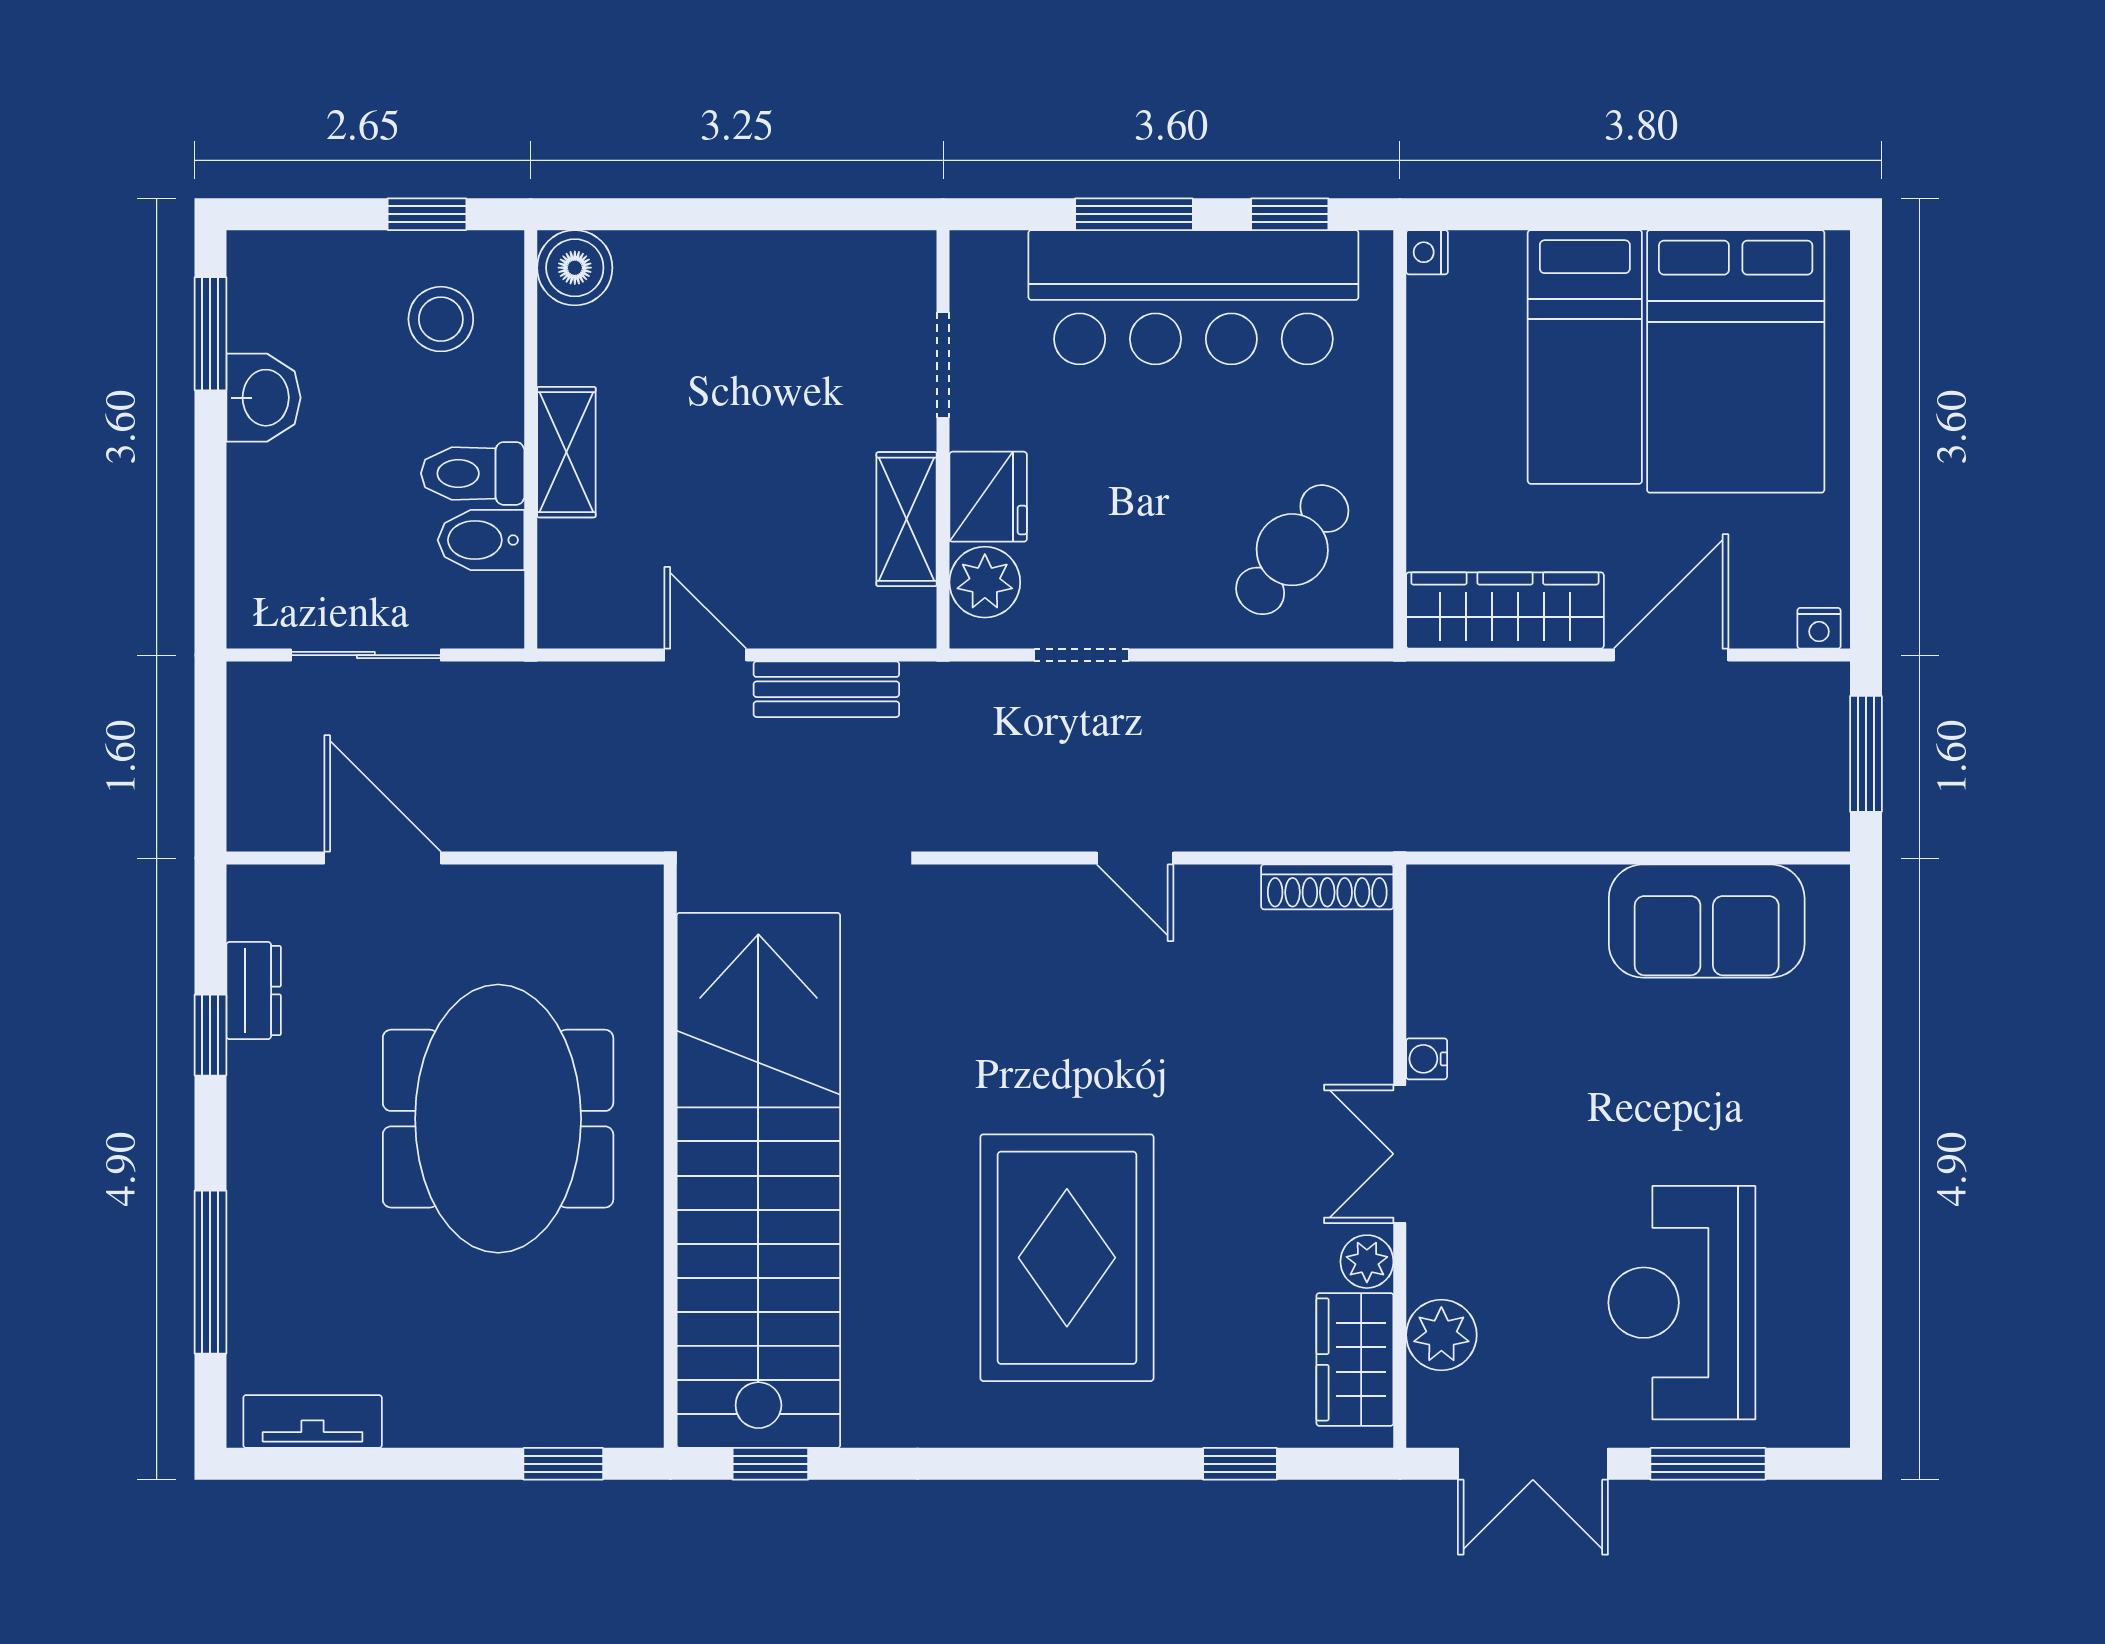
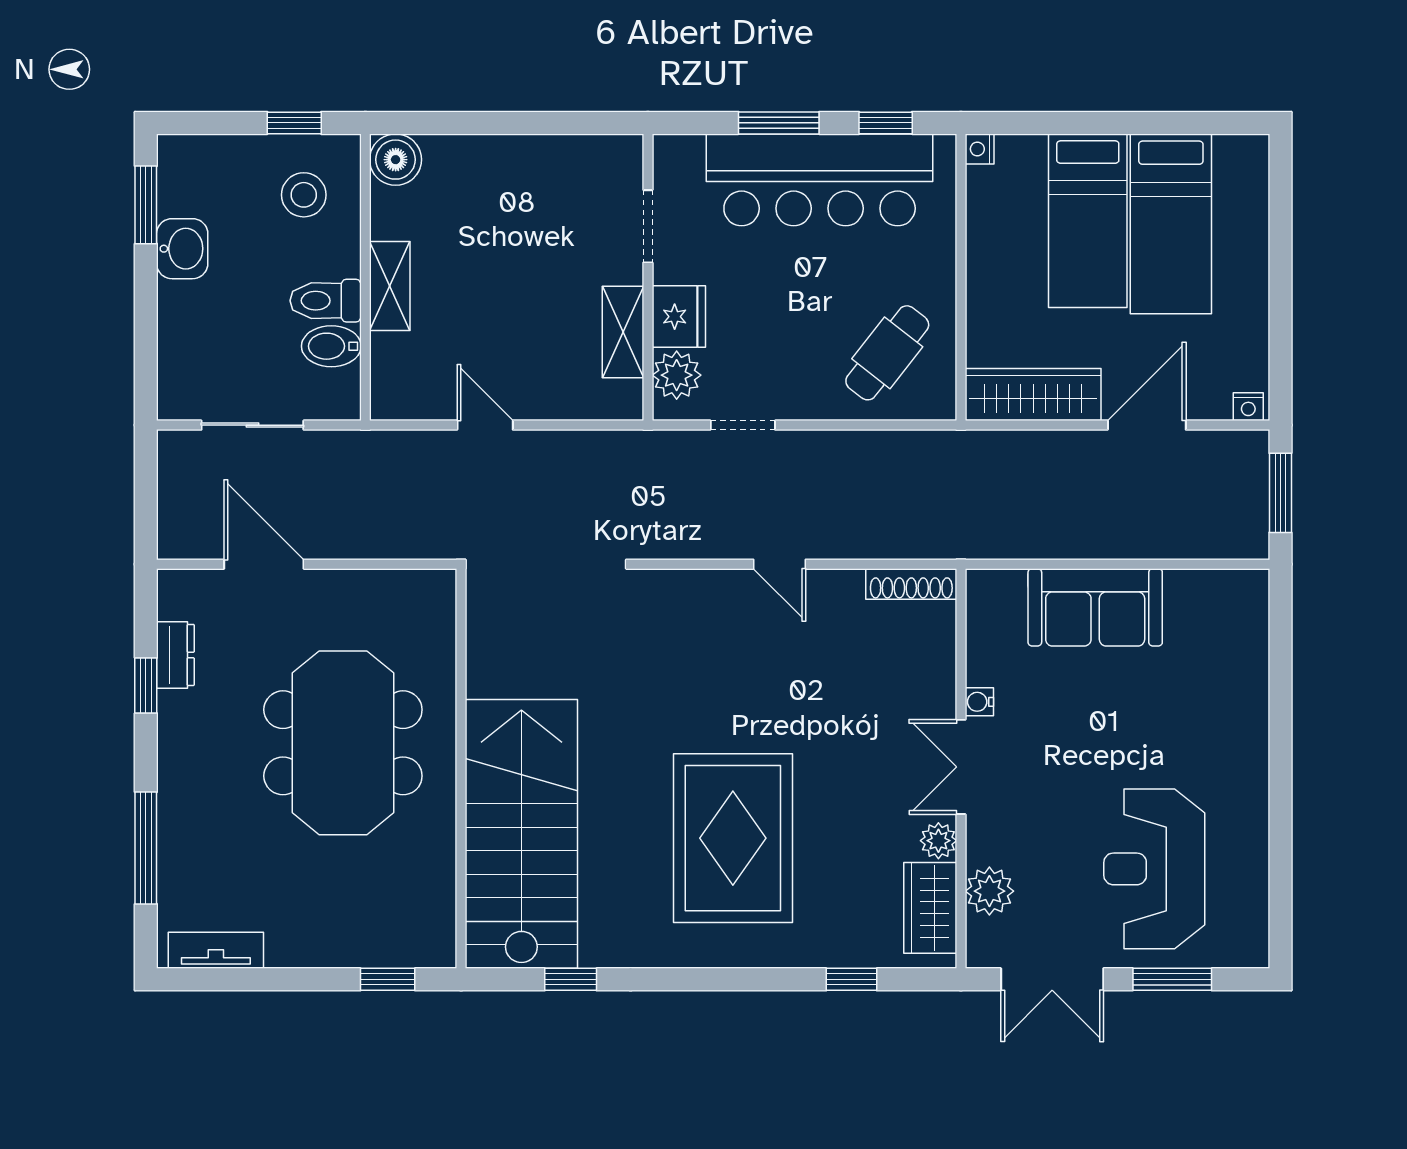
bed: (1736, 361) -> (1171, 224), width x0.67
bench: (826, 689) -> (568, 448), removed
sofa: (1707, 921) -> (1095, 607), moved
stairs: (758, 1180) -> (521, 834), width x0.73
window: (770, 1464) -> (571, 979), moved

